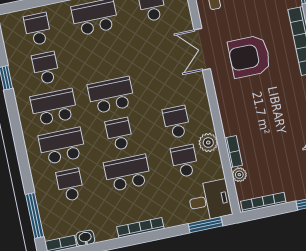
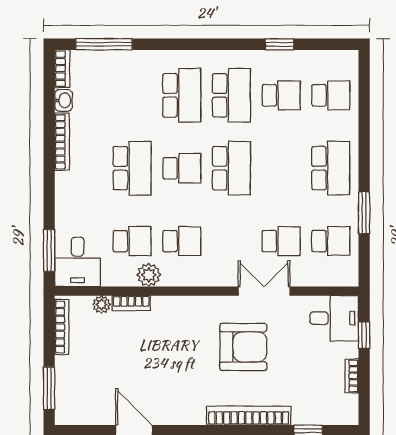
armchair: (249, 57) -> (243, 347), turned 90
school desk: (70, 185) -> (281, 241), moved
bookcase: (140, 228) -> (62, 142), moved

